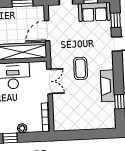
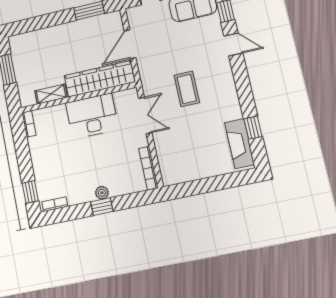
fireplace: (108, 86) -> (239, 144), moved
plant: (22, 128) -> (102, 193), moved

